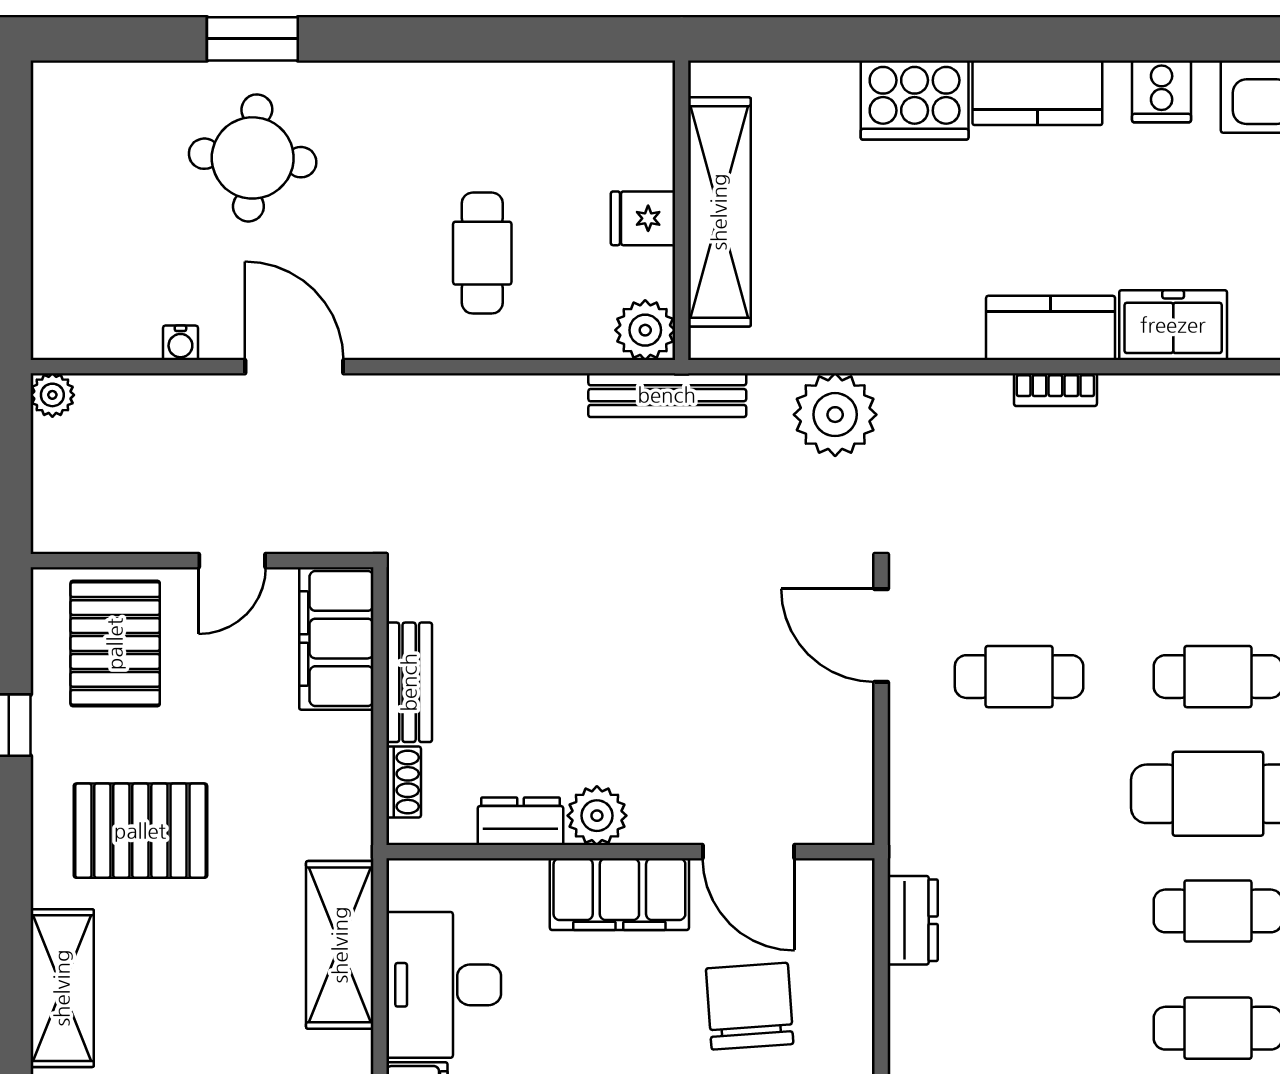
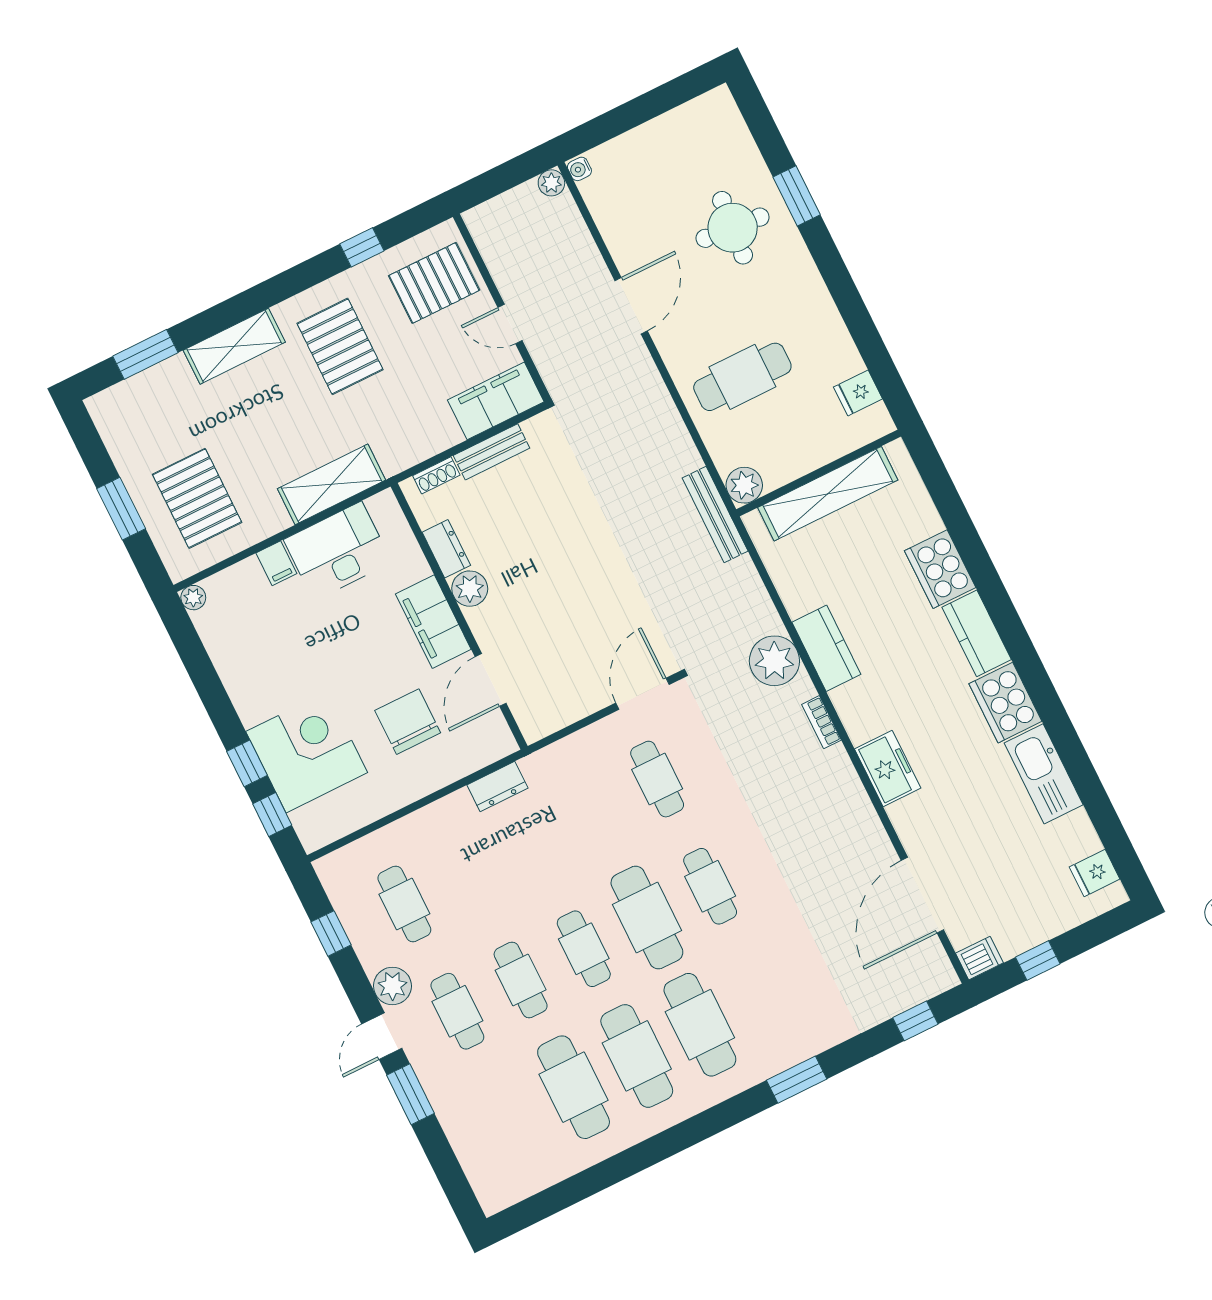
cooker: (1162, 91) -> (1005, 703), width x1.87, depth x1.31
fridge: (643, 218) -> (858, 393), moved, turned -90
cafe table: (482, 253) -> (742, 377), width x1.37, depth x1.35
kitchen counter: (1051, 328) -> (826, 648), moved
water cooler: (180, 343) -> (579, 169), moved
plant: (835, 415) -> (774, 661), moved
chair: (750, 1006) -> (408, 722), turned -86

